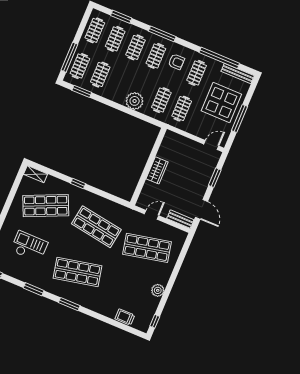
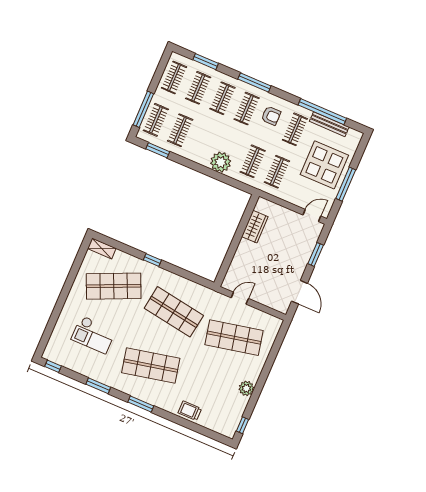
bench: (238, 74) -> (329, 124), moved
wardrobe: (157, 170) -> (255, 227), moved
bench: (180, 219) -> (274, 304), removed
checkout: (29, 246) -> (93, 335), turned 180
trolley: (125, 317) -> (190, 411), moved

